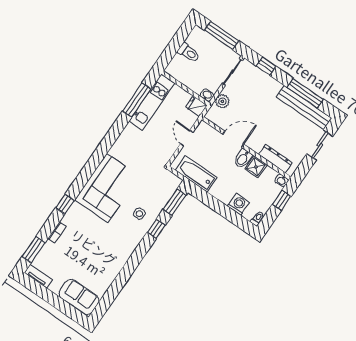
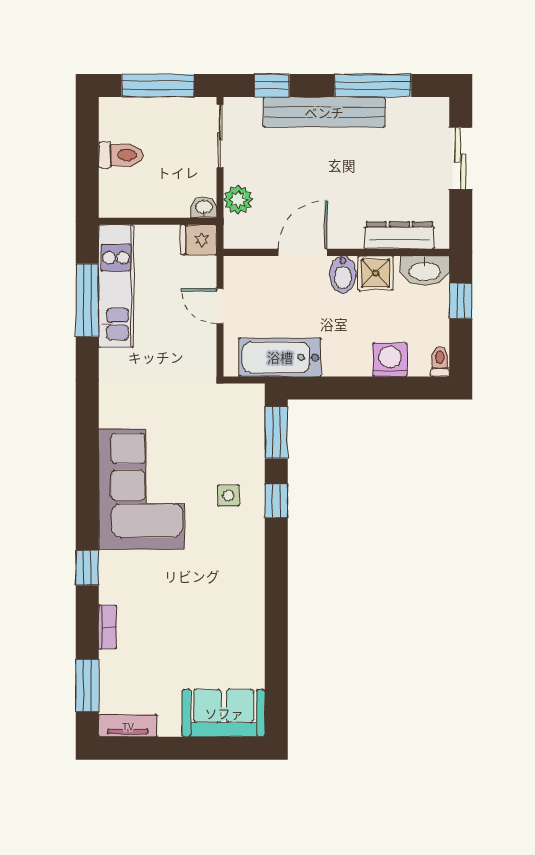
bench: (304, 107) -> (324, 112), moved
washbasin: (282, 180) -> (425, 271), width x1.91, depth x1.45

